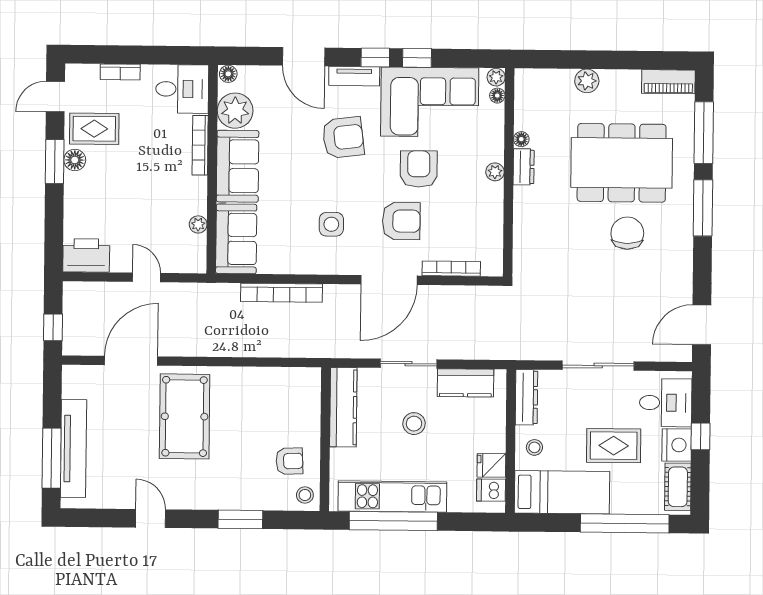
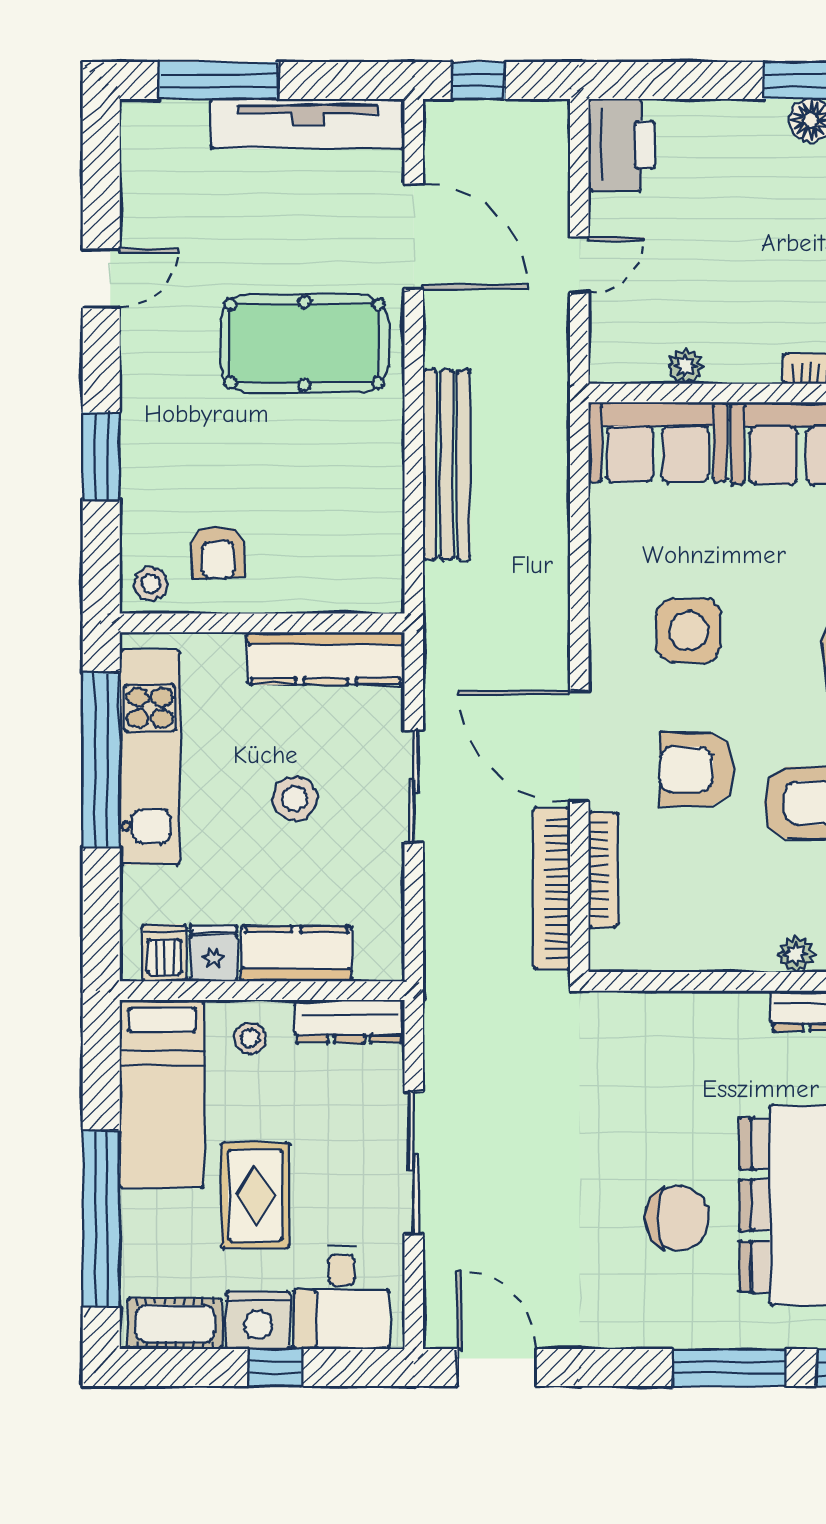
armchair: (401, 221) -> (696, 769), turned 90
side table: (331, 224) -> (689, 631), width x1.37, depth x1.37
bookcase: (281, 293) -> (552, 888), moved
bench: (246, 345) -> (447, 465), added
kitchen counter: (466, 383) -> (296, 954), moved, turned 90
tv unit: (73, 449) -> (307, 124), moved

